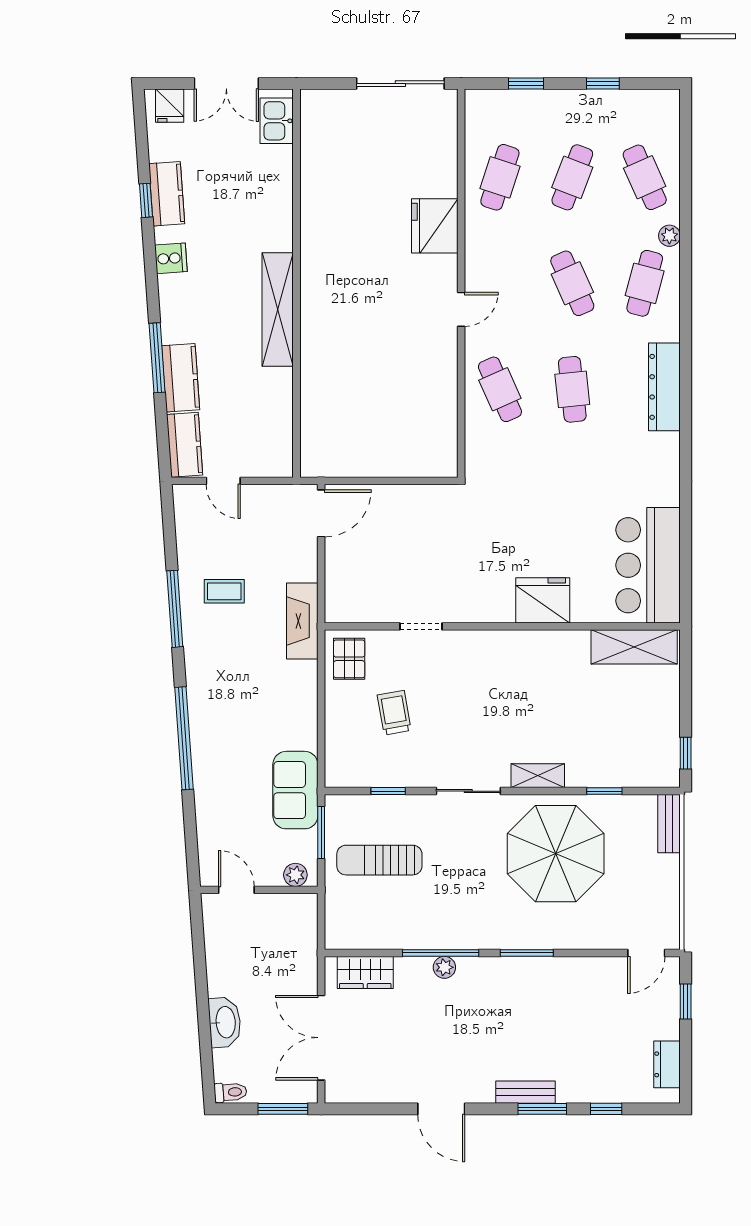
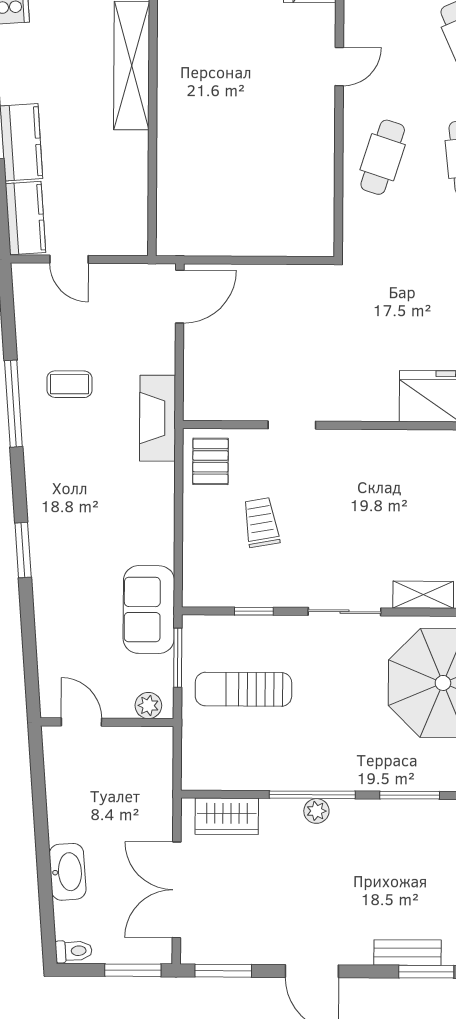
cafe table: (500, 389) -> (383, 157), turned 42
window: (184, 738) -> (23, 550), width x0.47
window: (363, 1109) -> (223, 971), added

